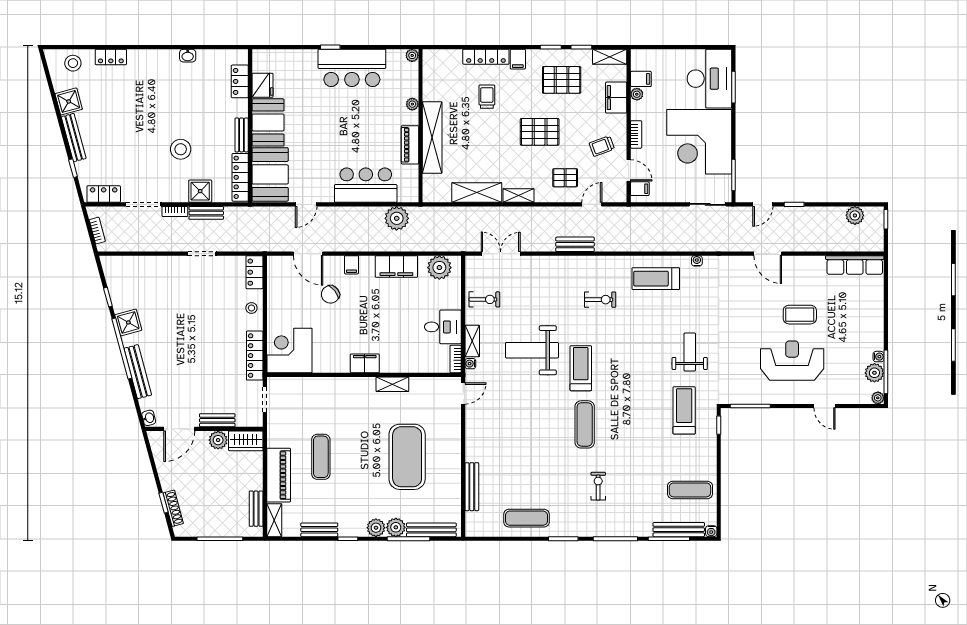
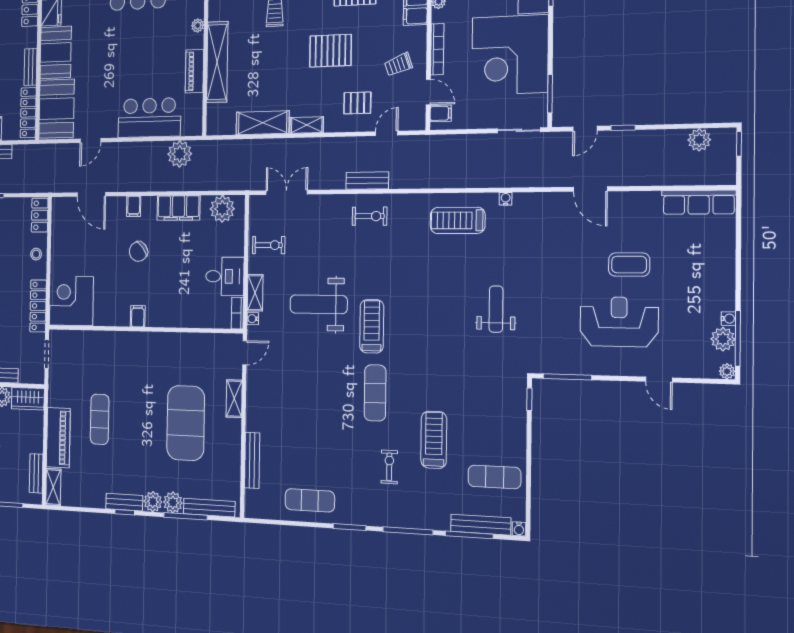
bookcase: (636, 134) -> (437, 49), width x1.56
chair: (330, 294) -> (138, 251), moved
exercise bike: (600, 300) -> (370, 216), moved
filing cabinet: (365, 363) -> (138, 316), width x0.50
shelving: (392, 384) -> (234, 399), moved, turned 90
treadmill: (684, 410) -> (434, 440), moved
bench: (319, 530) -> (124, 502), moved

